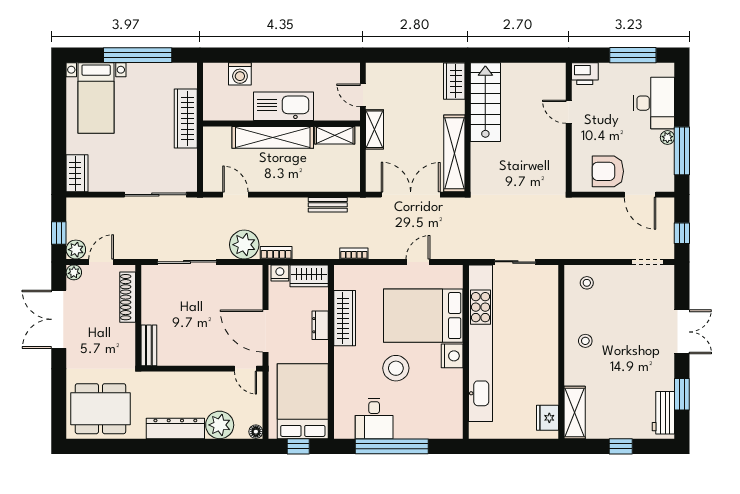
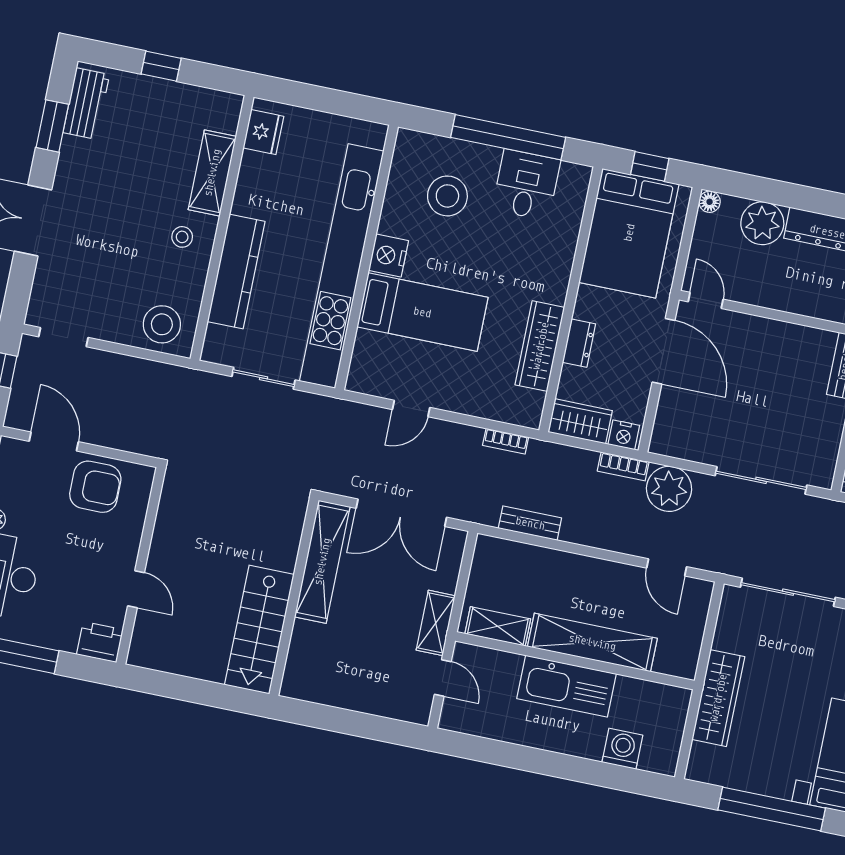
wardrobe: (454, 81) -> (300, 671), removed
stool: (587, 283) -> (162, 324), width x1.89, depth x1.89
bed: (423, 316) -> (422, 312), width x0.67
kitchen counter: (547, 326) -> (236, 272), added
stool: (396, 368) -> (447, 196), moved
shelving: (575, 413) -> (212, 173), moved

